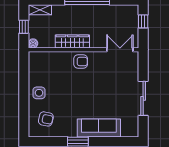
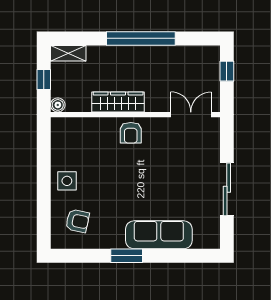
armchair: (81, 61) -> (131, 133), turned 90

